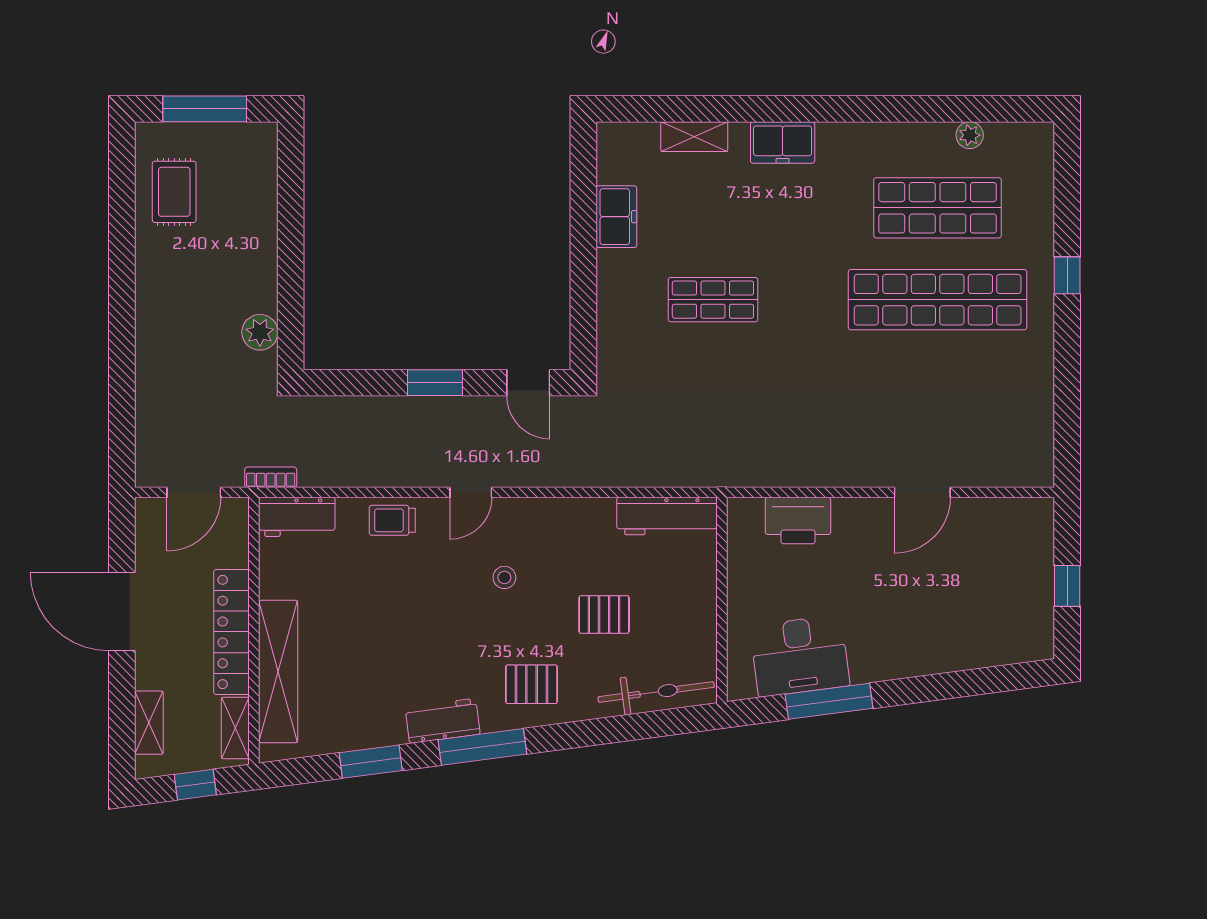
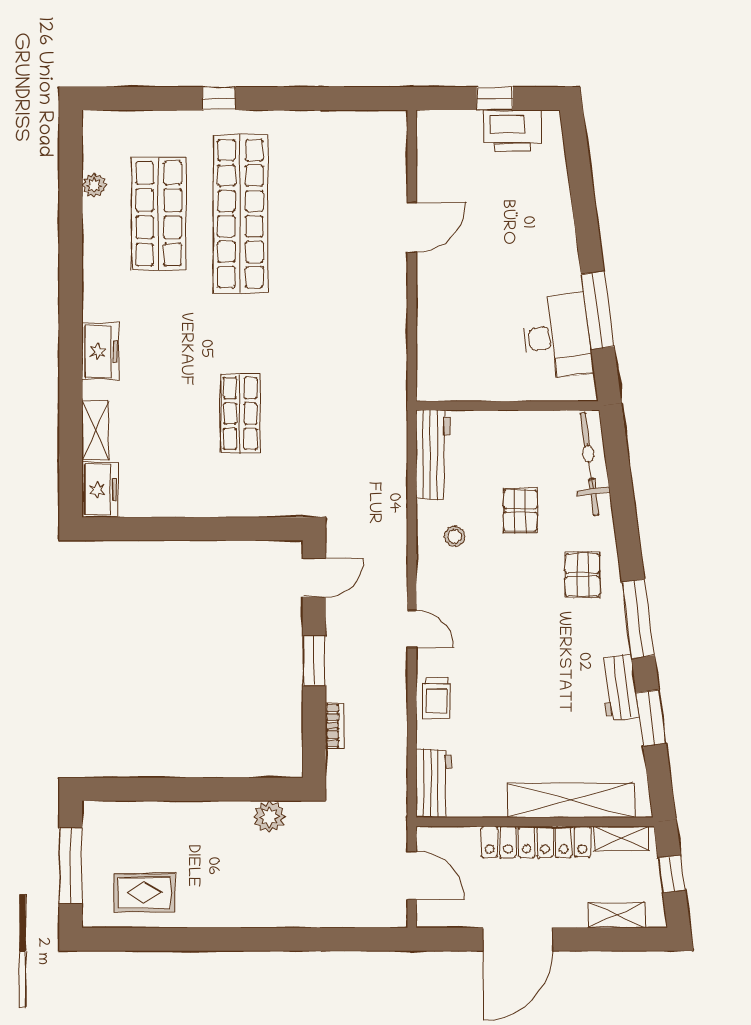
freezer: (616, 217) -> (100, 490), moved, turned 90
bookcase: (271, 477) -> (335, 726), moved, turned 180
door: (922, 492) -> (412, 227), hinge flipped
printer: (798, 521) -> (512, 131), moved, turned 90
stool: (504, 577) -> (455, 536), moved
workbench: (443, 721) -> (619, 687), moved

